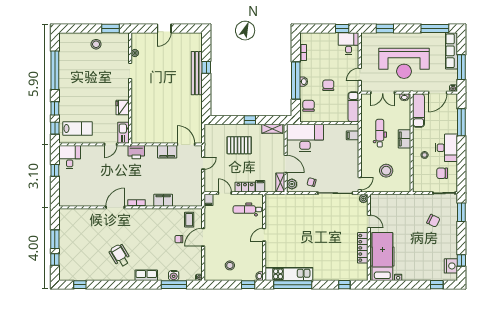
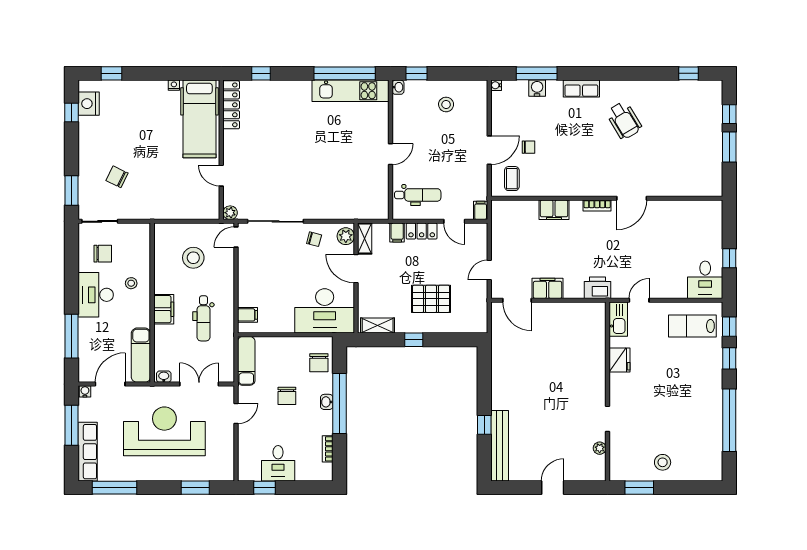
desk: (349, 44) -> (278, 463), moved
bench: (197, 73) -> (500, 446), moved
locker: (363, 248) -> (231, 105), moved

